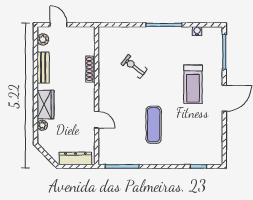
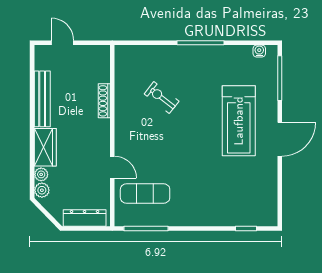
water cooler: (197, 31) -> (259, 51), moved
plant: (43, 39) -> (42, 190), moved
bench: (43, 68) -> (42, 99), width x1.36
treadmill: (193, 84) -> (239, 121), width x1.37, depth x1.38
exercise mat: (154, 125) -> (145, 193), moved, turned 90

